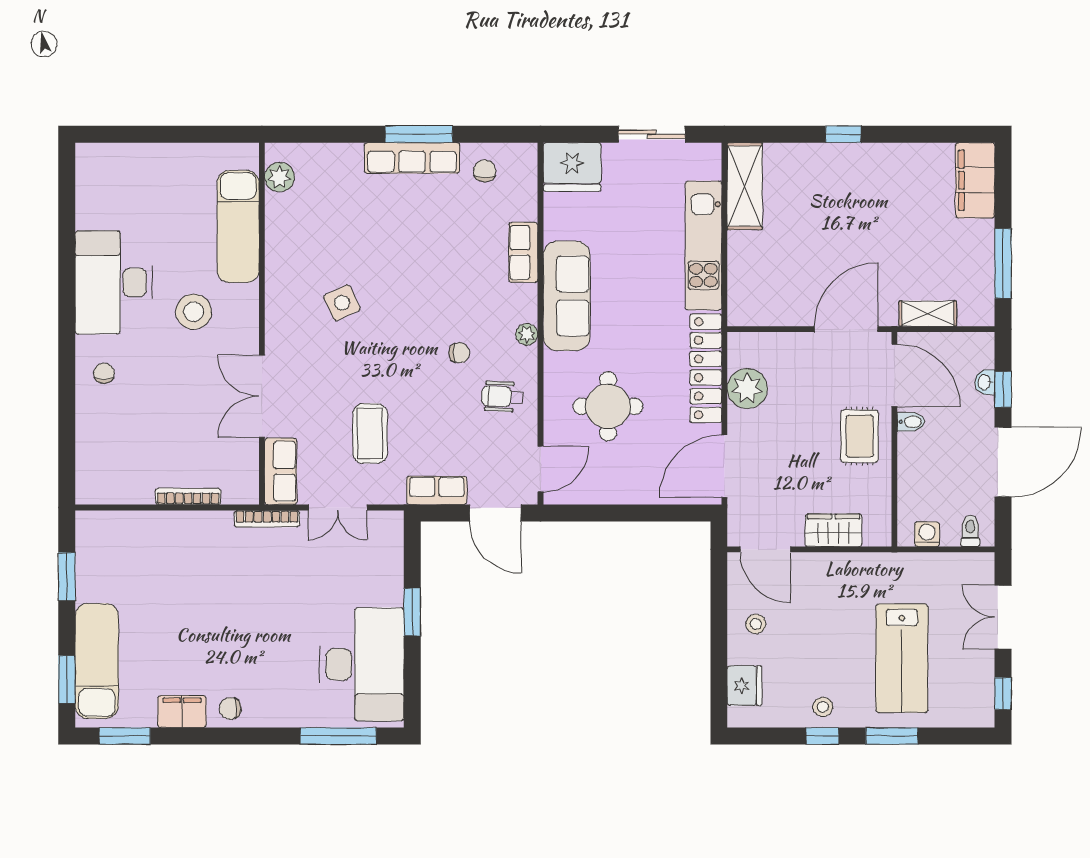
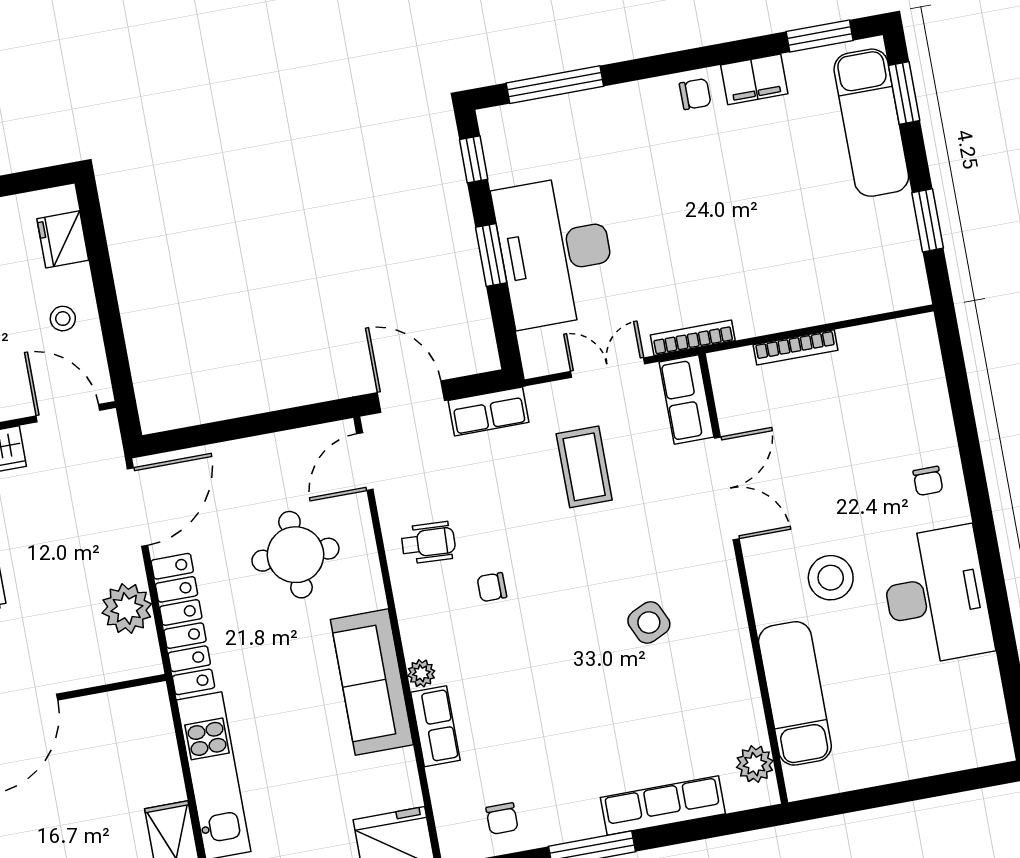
row of seats: (412, 158) -> (663, 806), moved
plant: (527, 334) -> (421, 673), moved
desk: (362, 664) -> (556, 251), moved
window: (412, 689) -> (474, 159), added

